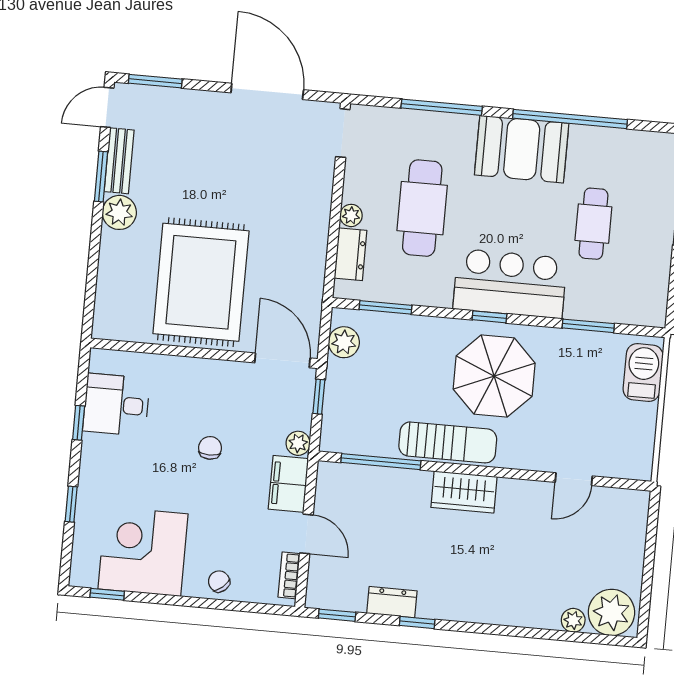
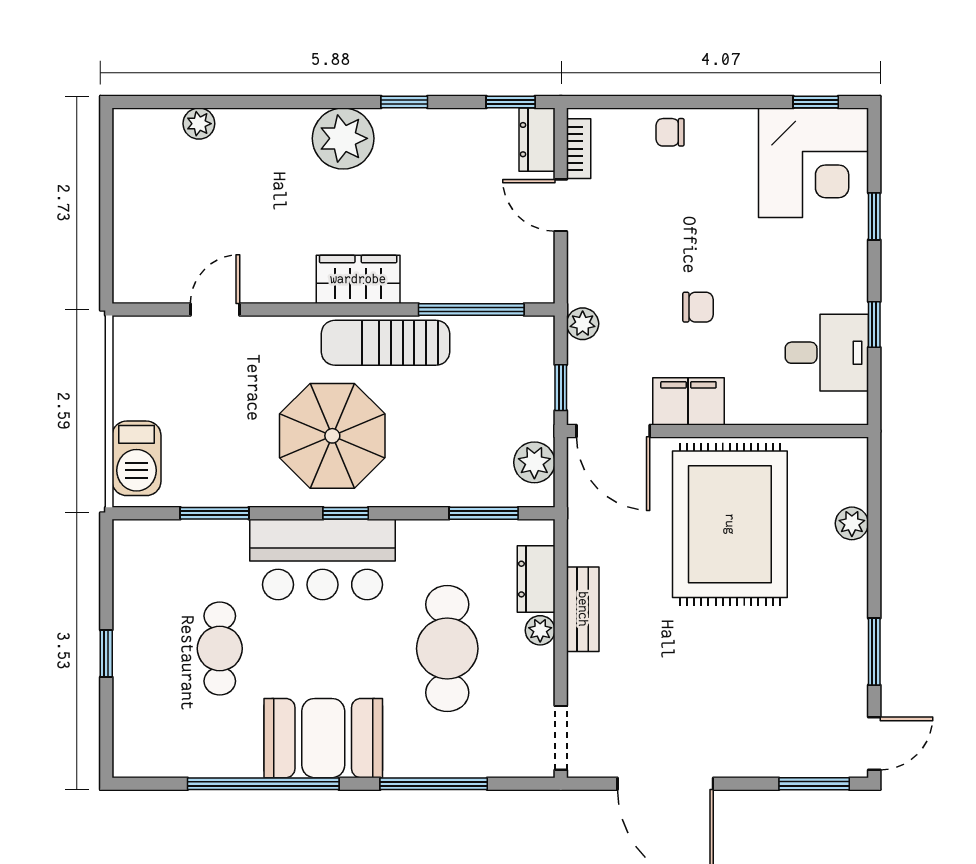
bench: (119, 161) -> (583, 609), moved
plant: (119, 212) -> (852, 523), moved, width x0.73, depth x0.73
chair: (210, 448) -> (698, 307), turned -90
filing cabinet: (288, 484) -> (688, 401), moved, turned -90
corner desk: (143, 551) -> (813, 163), moved
chair: (219, 581) -> (670, 132), turned 131
dresser: (392, 602) -> (537, 140), moved, turned 90
plant: (611, 612) -> (343, 138), moved

